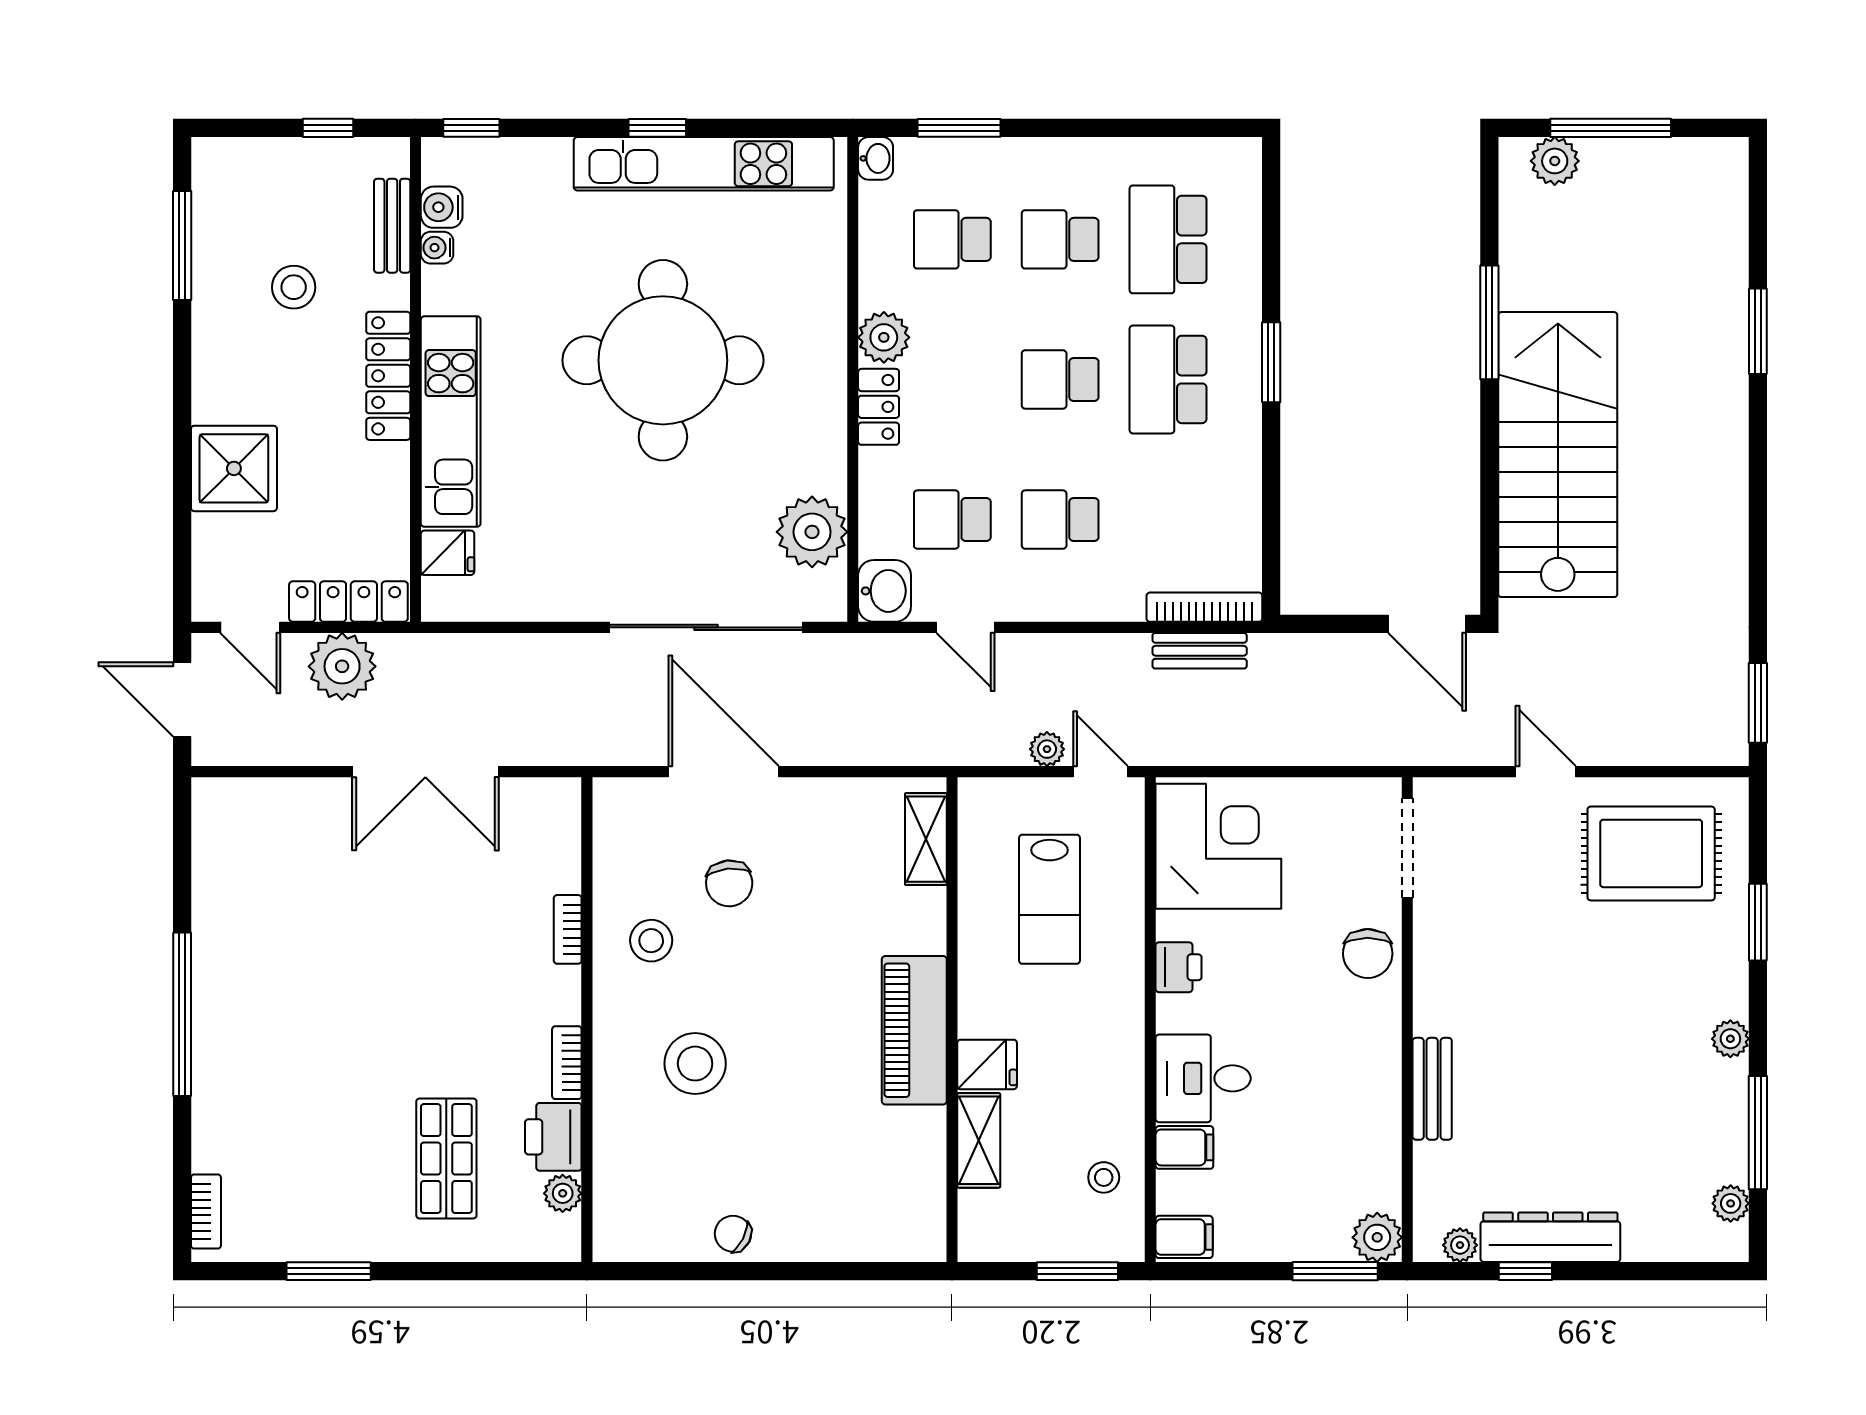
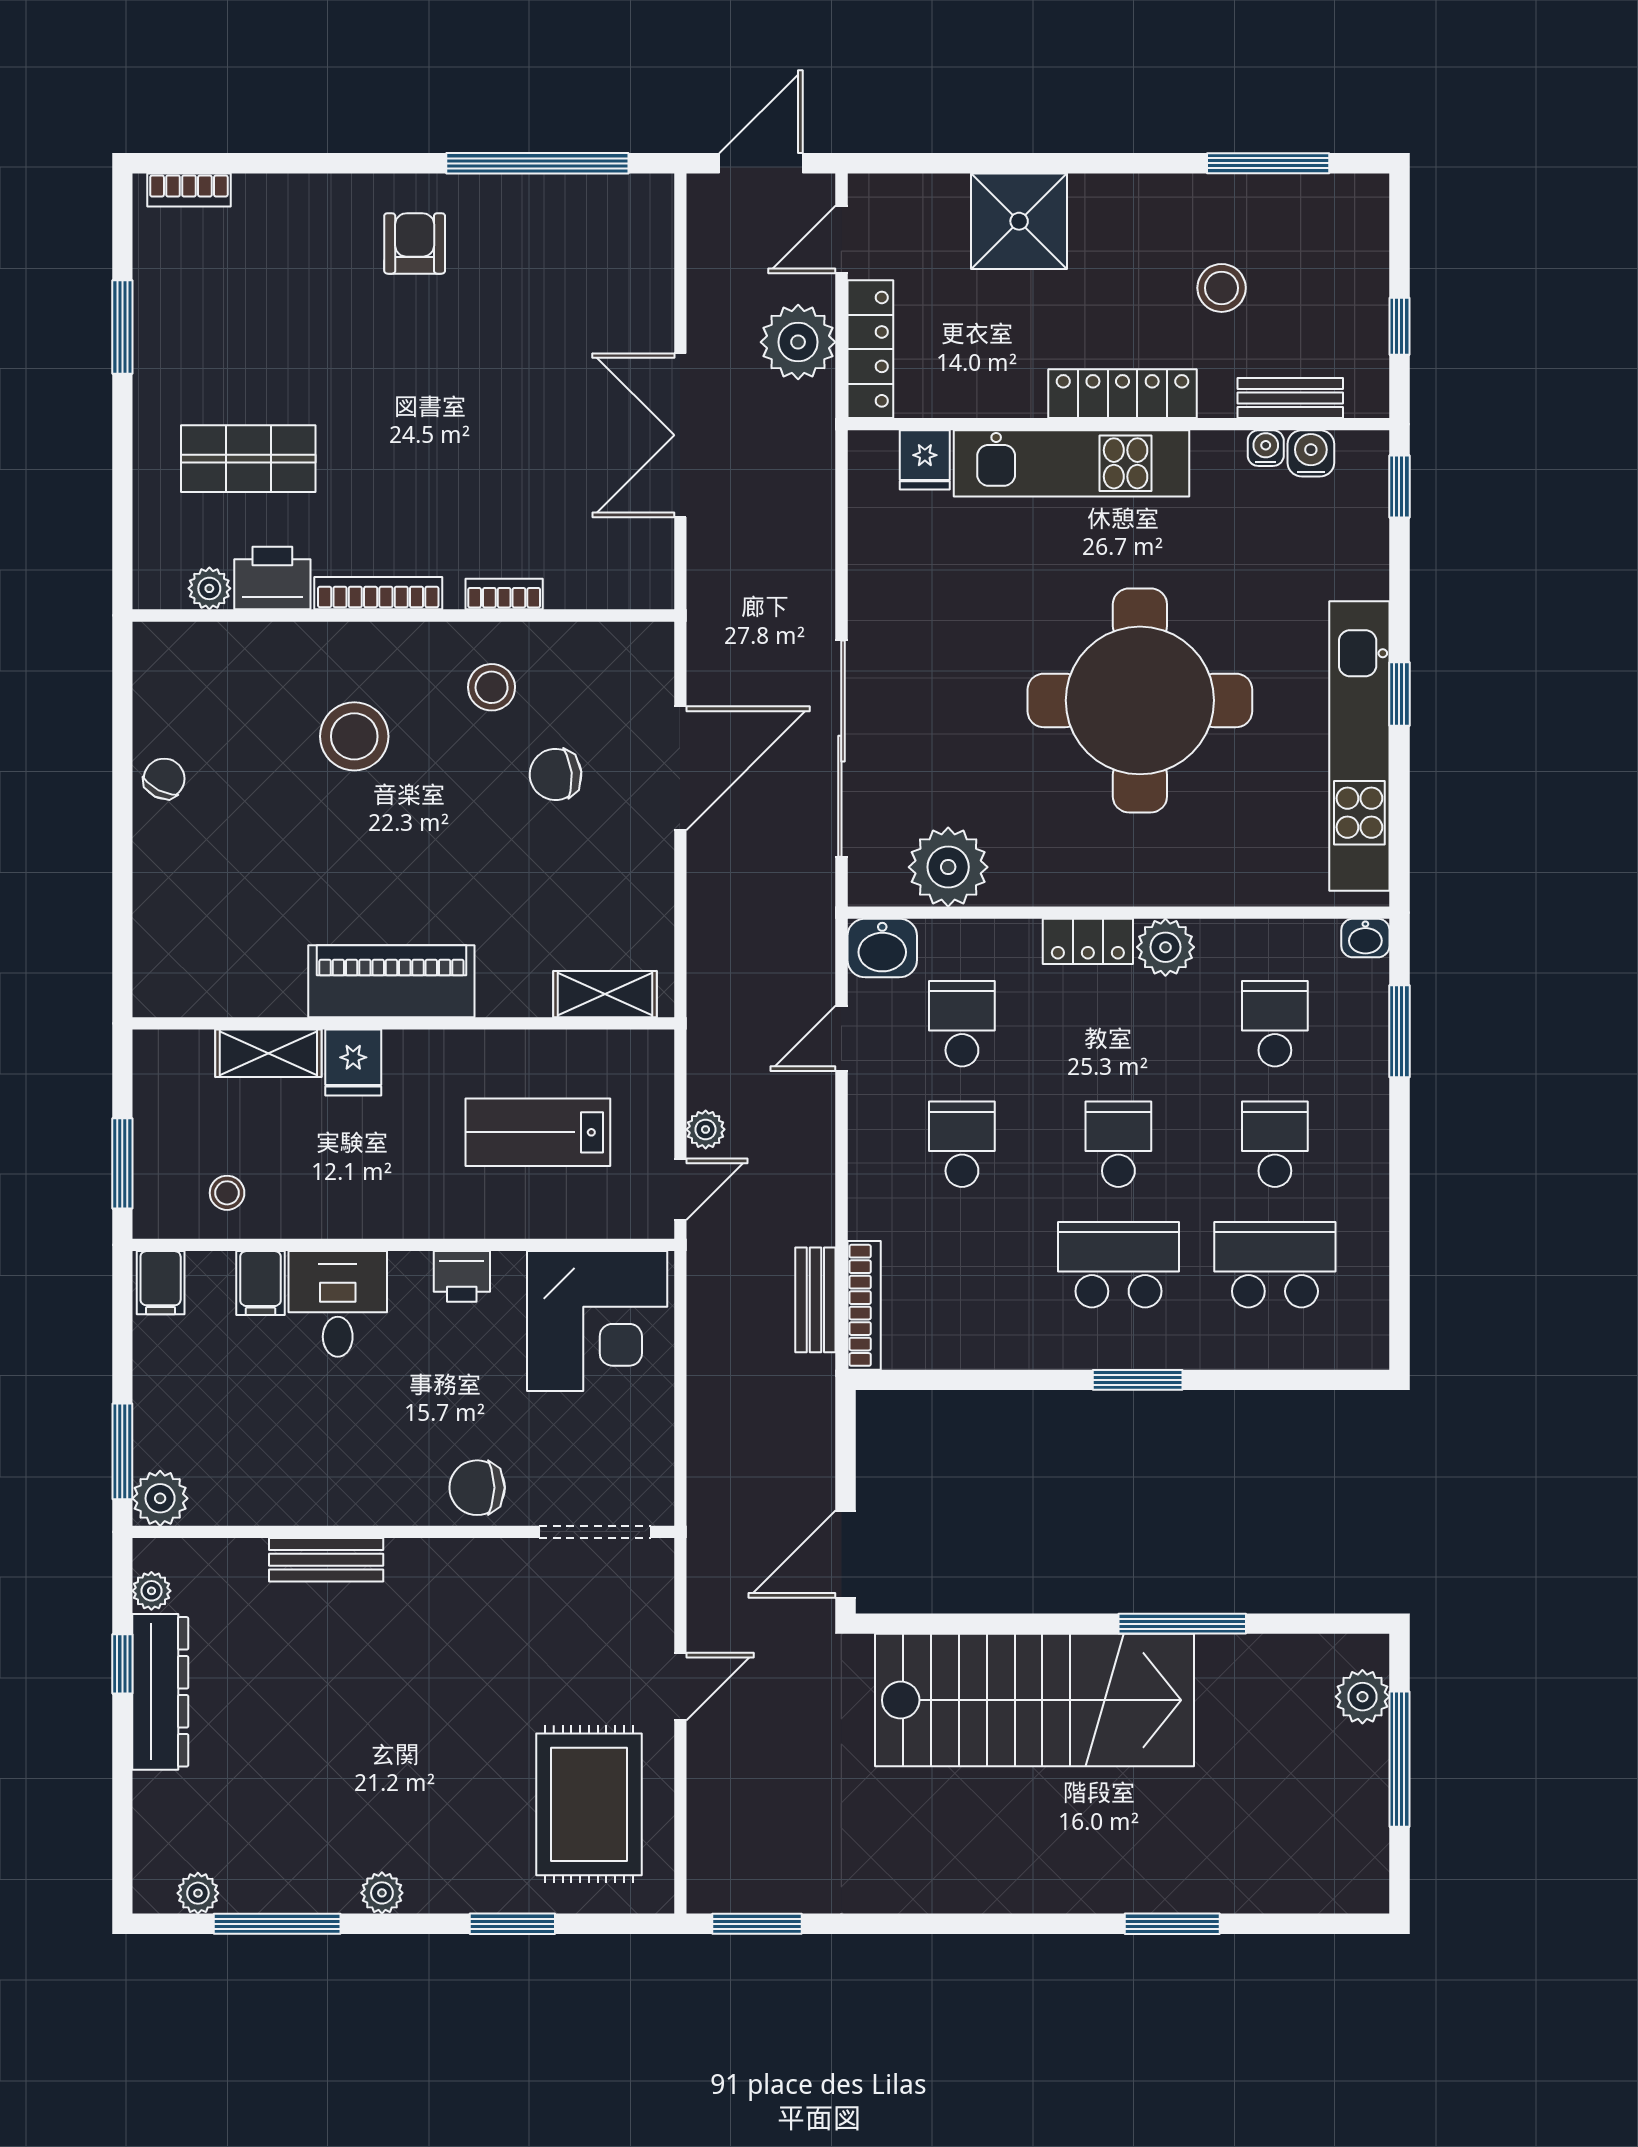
armchair: (254, 1010) -> (415, 243), added
window: (182, 1014) -> (537, 163), moved
bookcase: (567, 1063) -> (378, 593), width x1.56

